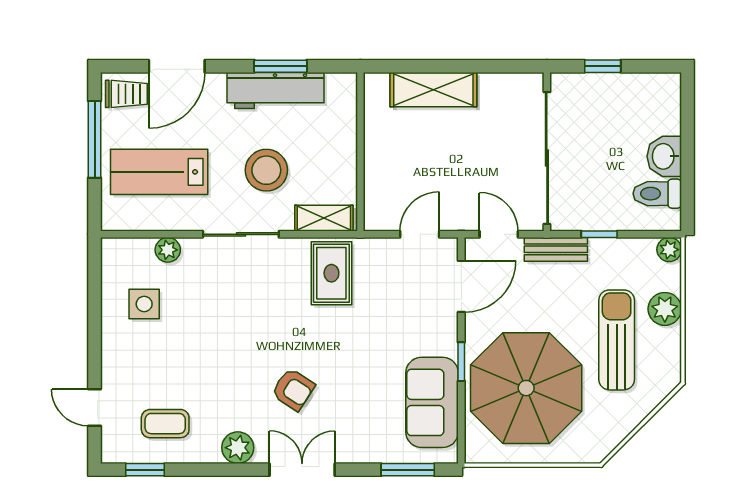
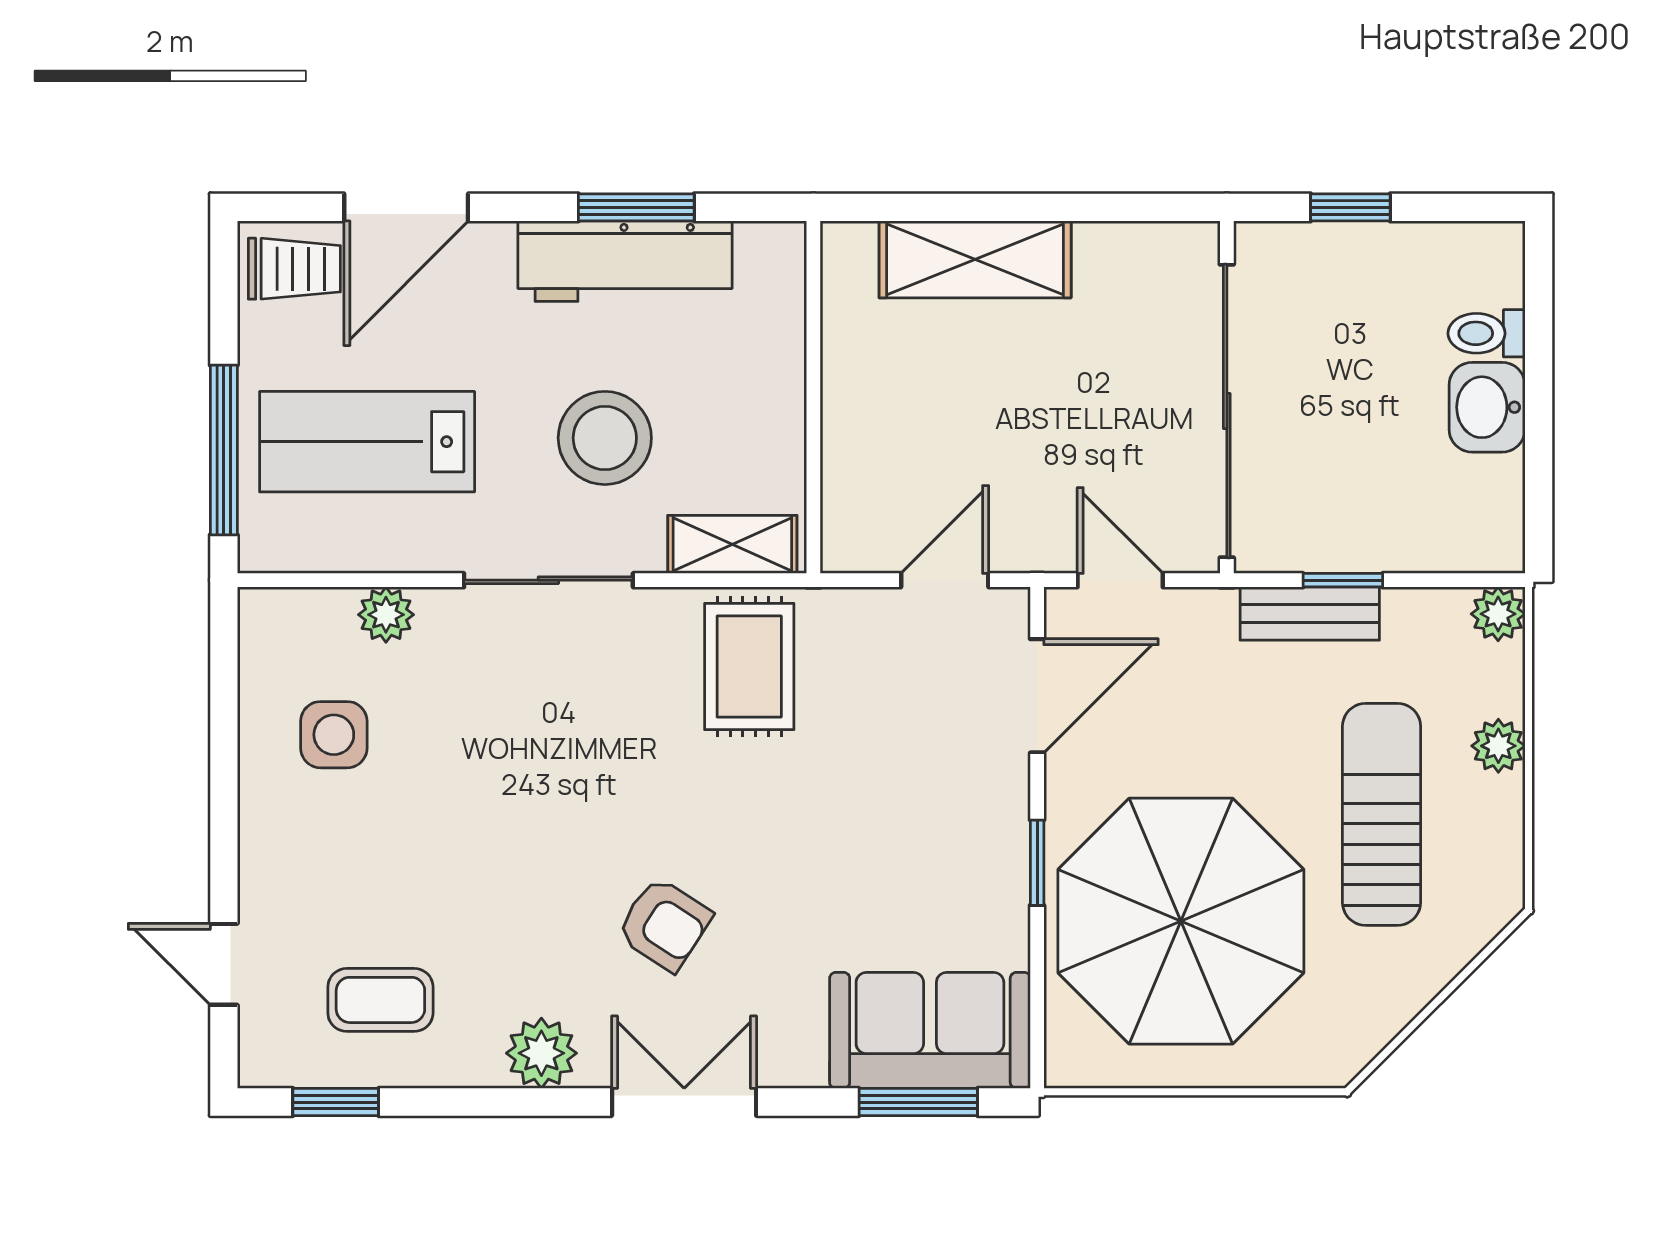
window: (95, 139) -> (224, 450), moved
toilet: (657, 194) -> (1487, 333), moved, width x0.73, depth x0.72
bench: (556, 249) -> (1310, 614), moved
plant: (665, 309) -> (1498, 746), width x0.73, depth x0.73
sofa: (432, 402) -> (930, 1030), moved, turned 90

